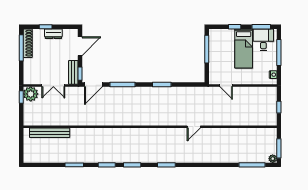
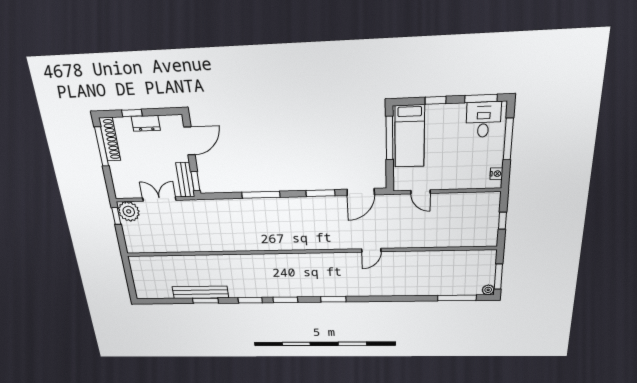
bed: (244, 48) -> (410, 136), moved
door: (93, 84) -> (361, 192), moved
double door: (53, 85) -> (159, 199), swing flipped
bench: (50, 133) -> (200, 292), moved

